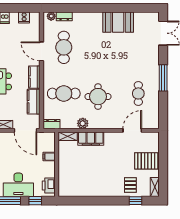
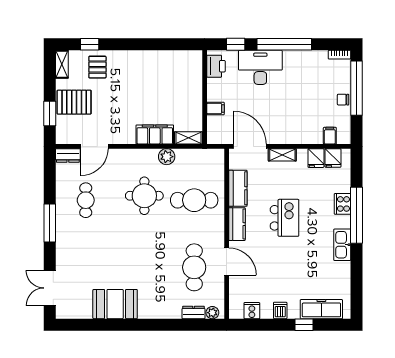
dresser: (51, 124) -> (68, 156), moved
window: (163, 153) -> (50, 114), added

